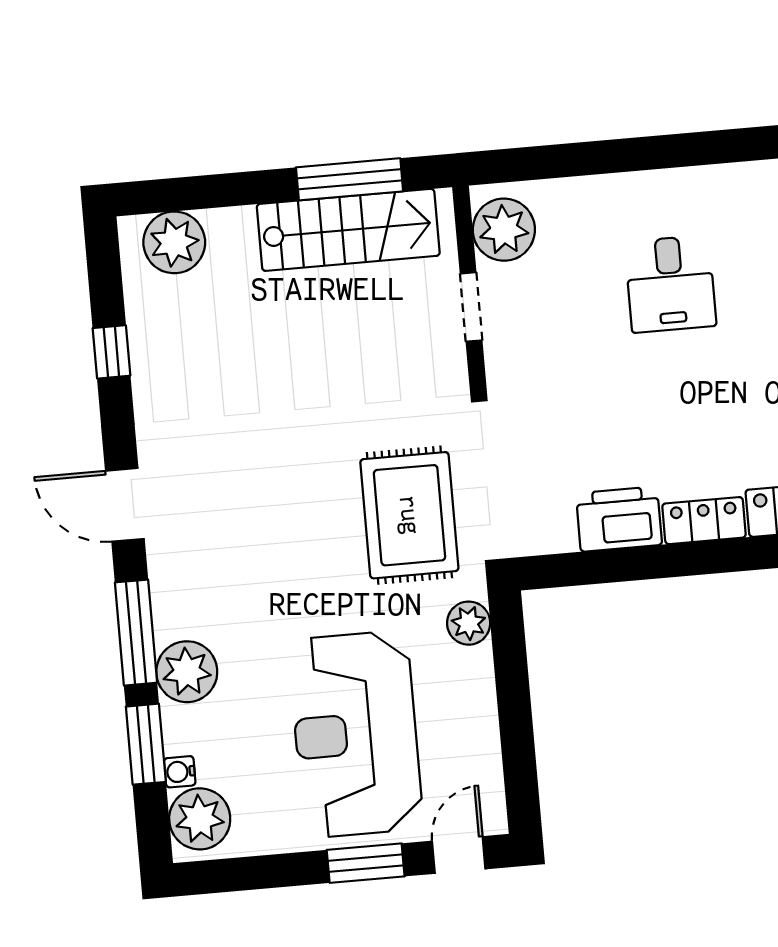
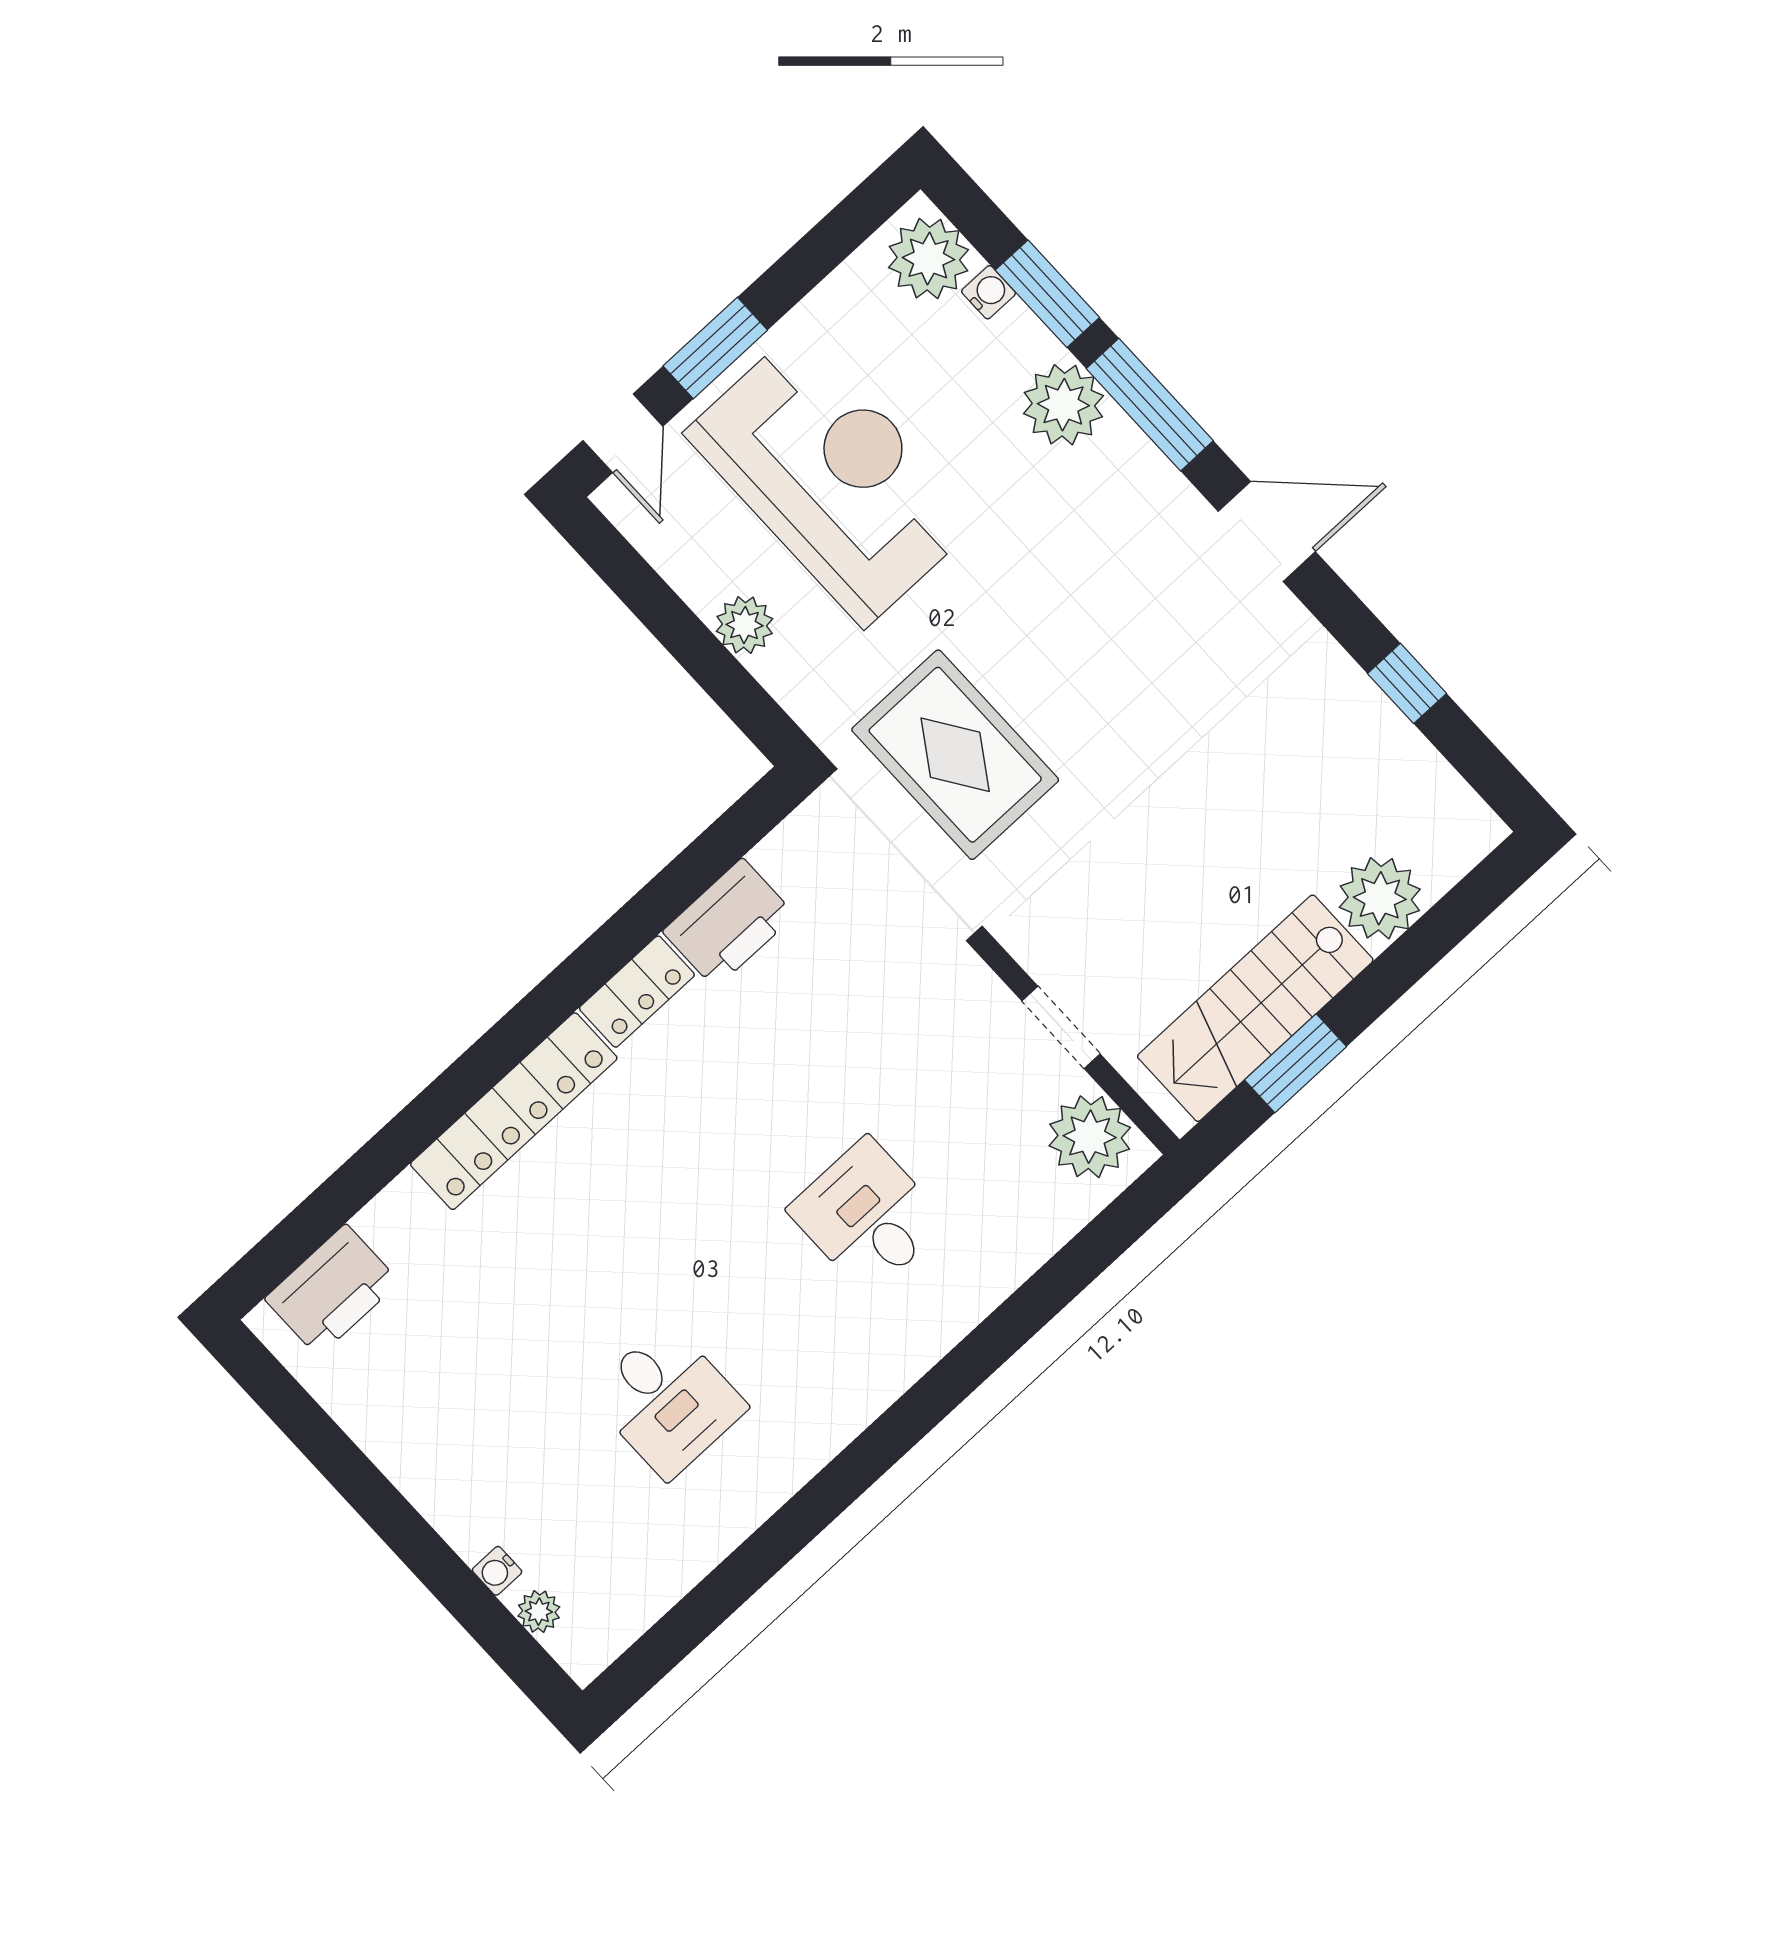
window: (350, 179) -> (1295, 1063), width x0.69
plant: (174, 242) -> (1380, 898), moved
plant: (469, 623) -> (745, 625), moved

